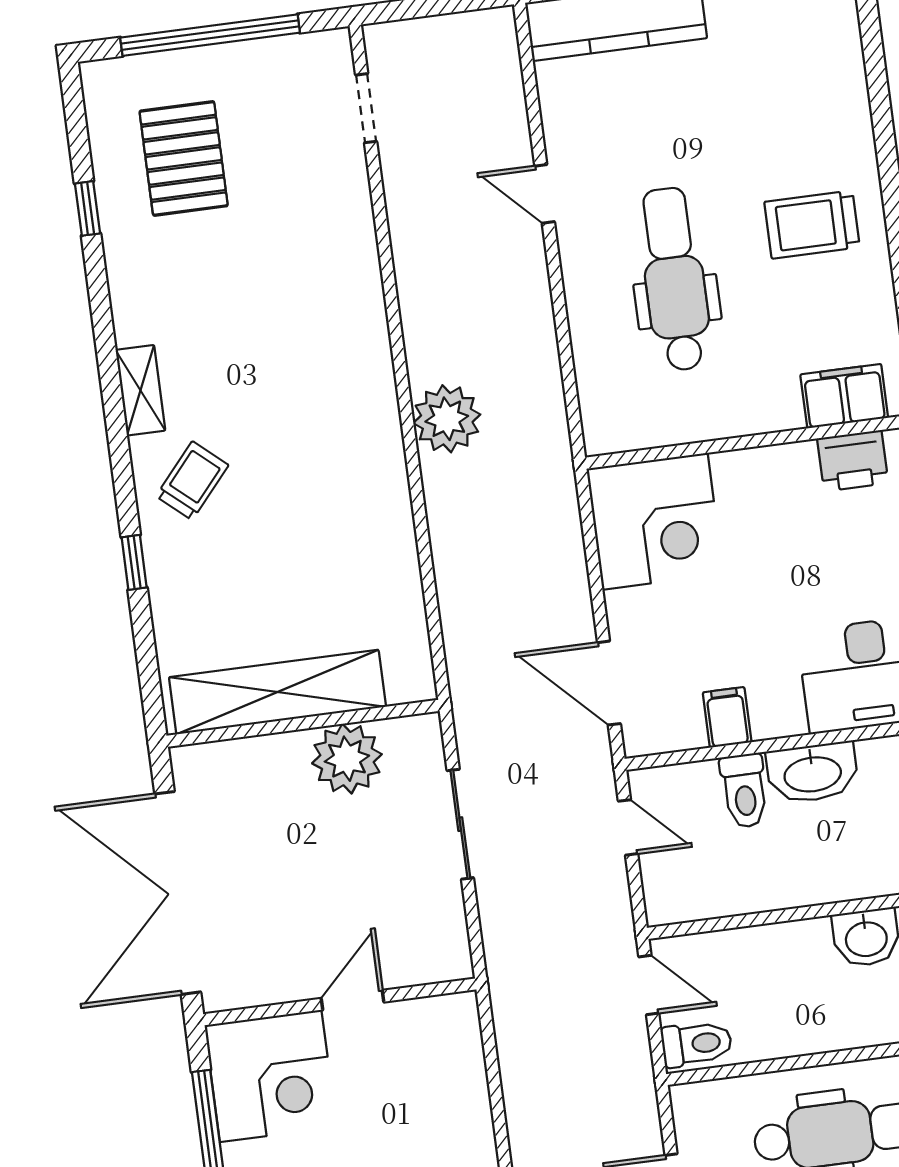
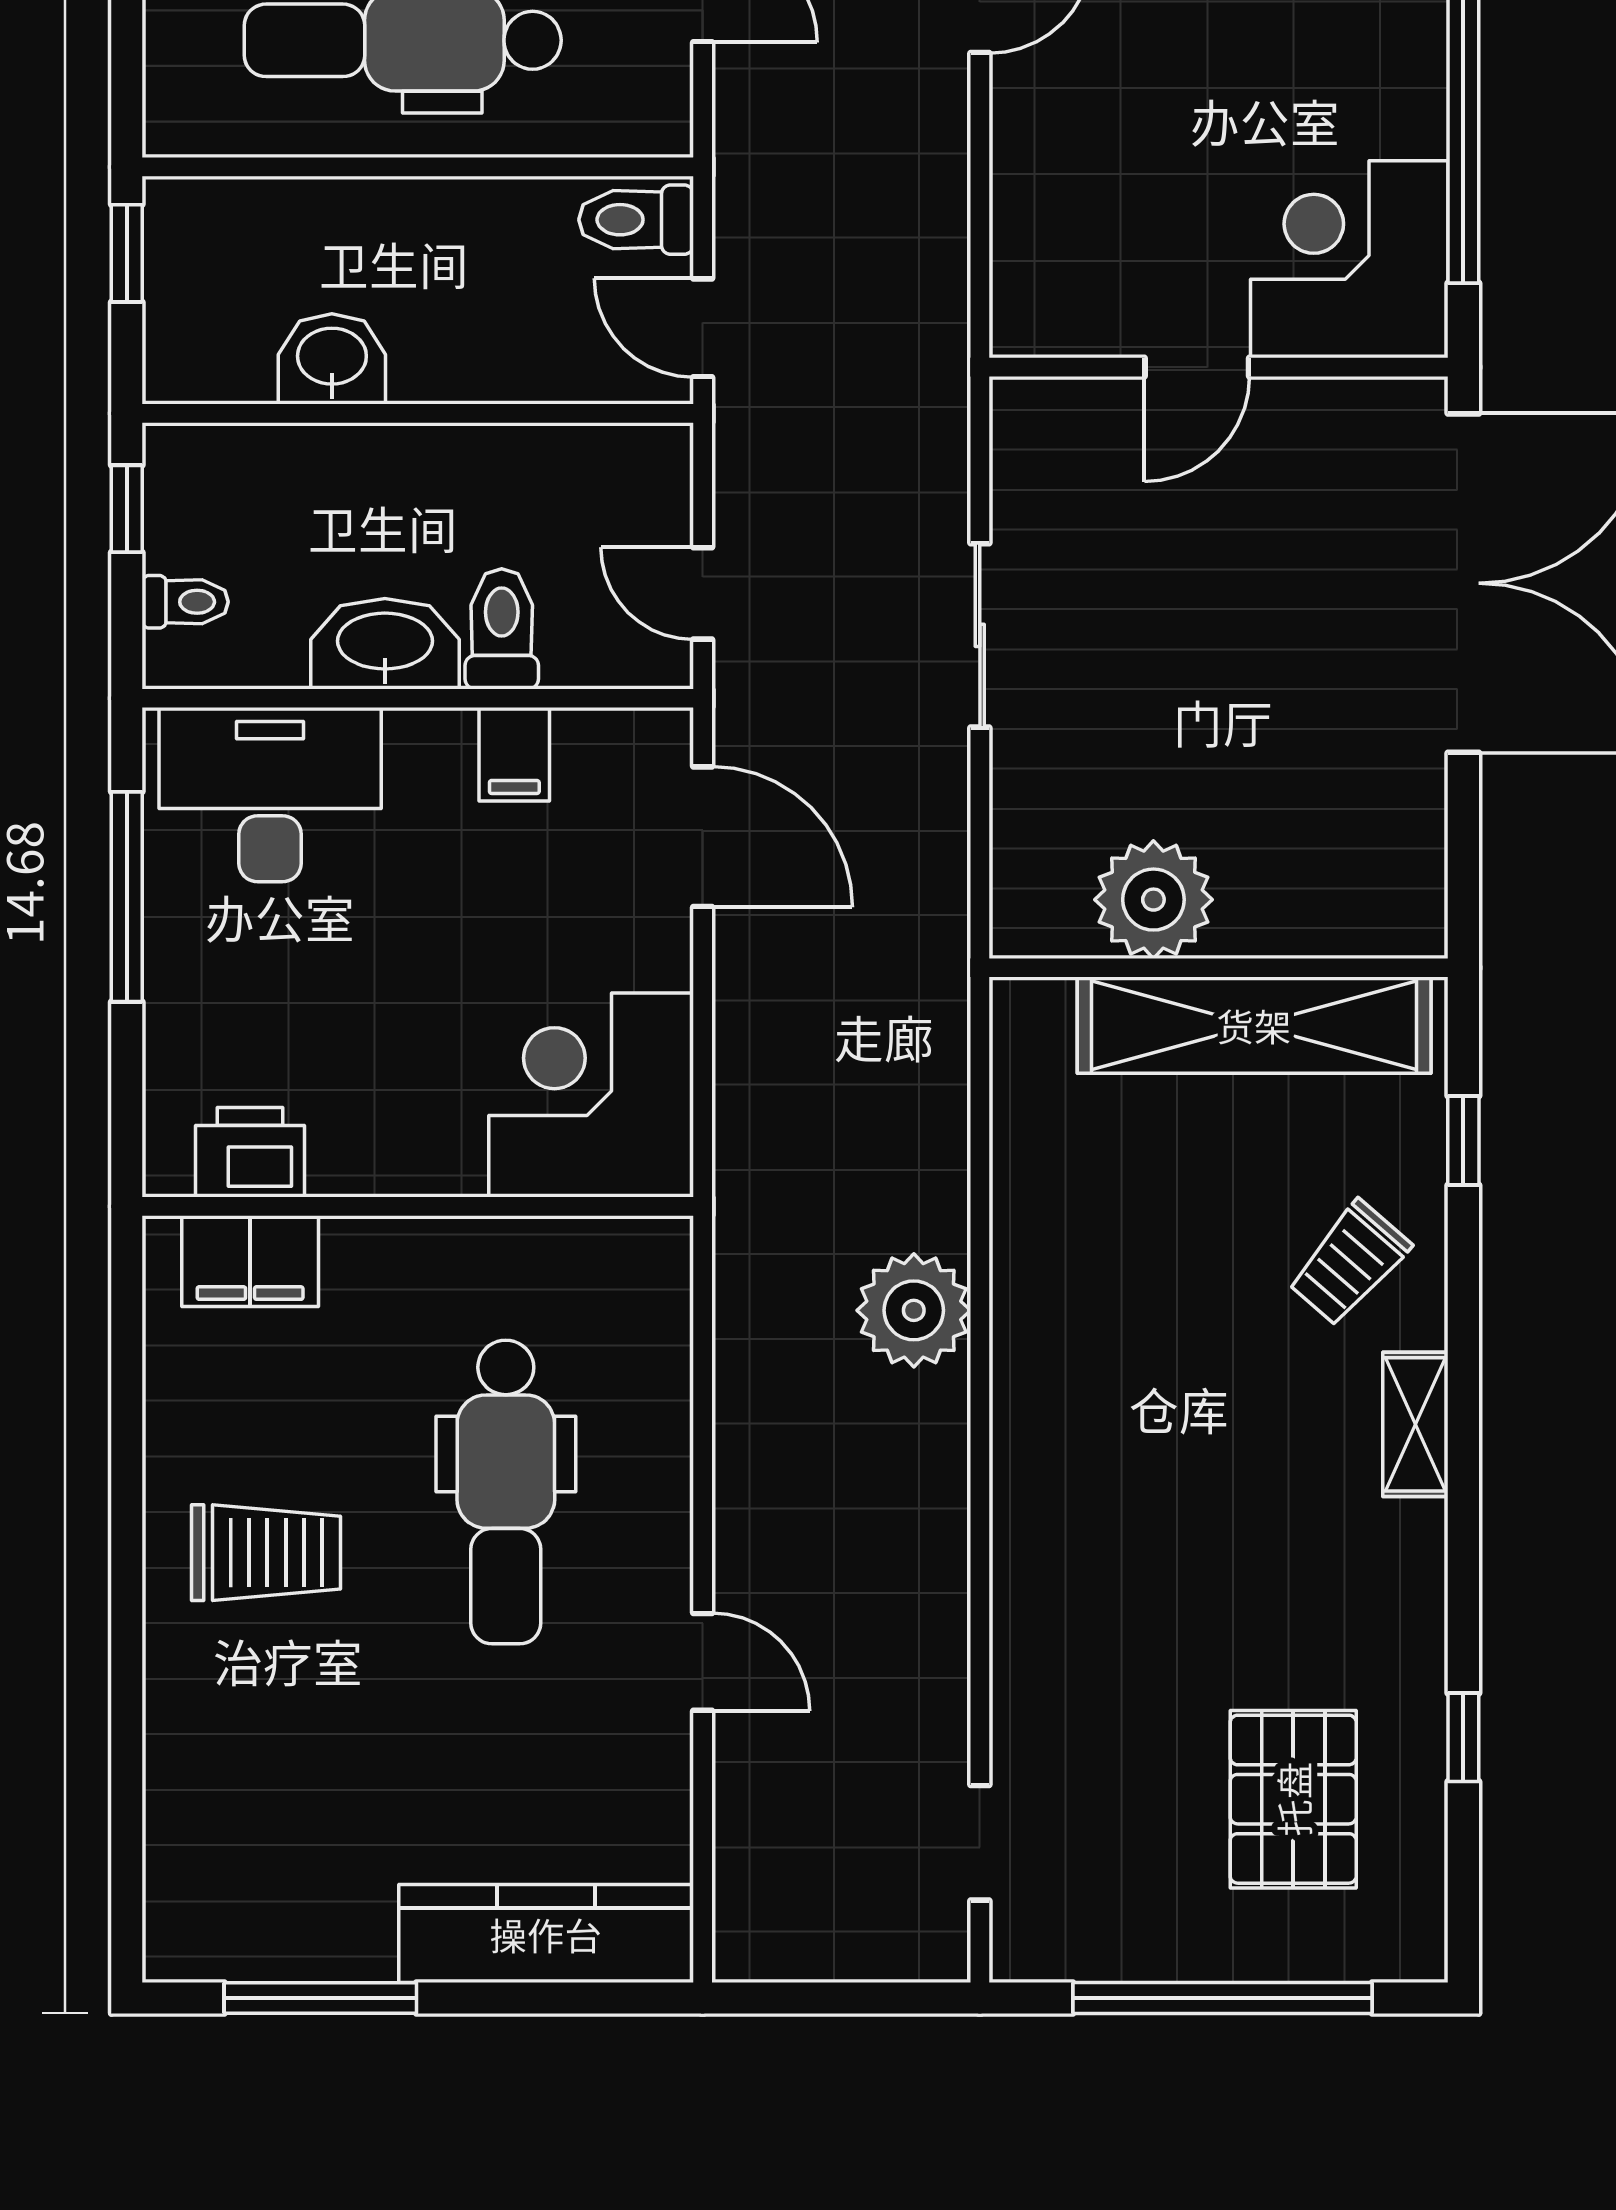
shelving: (277, 692) -> (1254, 1025), moved
wall: (303, 723) -> (1219, 968), moved
plant: (347, 759) -> (1153, 900), moved

